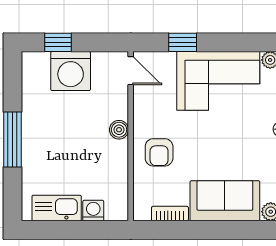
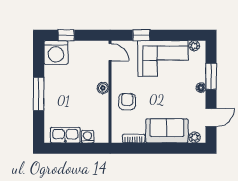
washing machine: (71, 71) -> (56, 52), moved
armchair: (159, 152) -> (127, 102), turned 180

